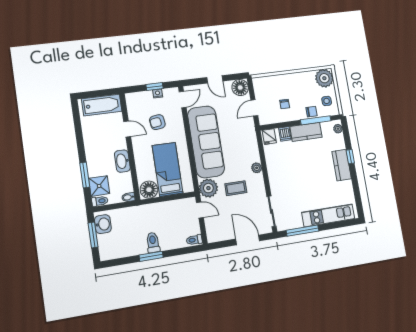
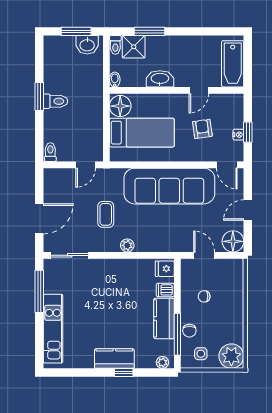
plant: (208, 188) -> (111, 180), removed

